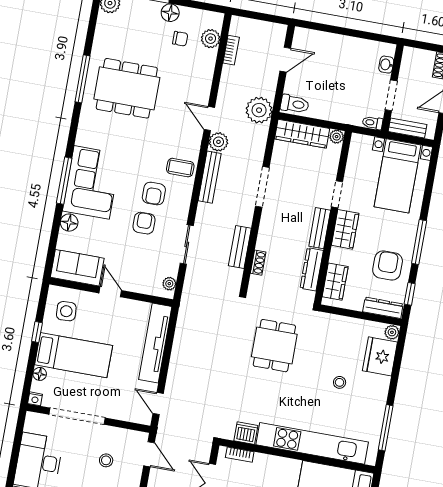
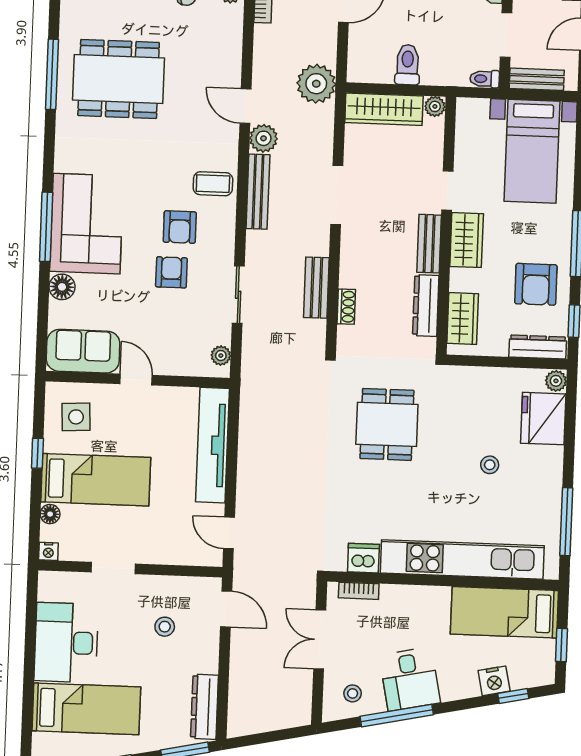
toilet: (295, 104) -> (408, 65), moved, turned -90
armchair: (388, 266) -> (536, 284), turned 180
doorway: (77, 416) -> (113, 568), width x0.53

